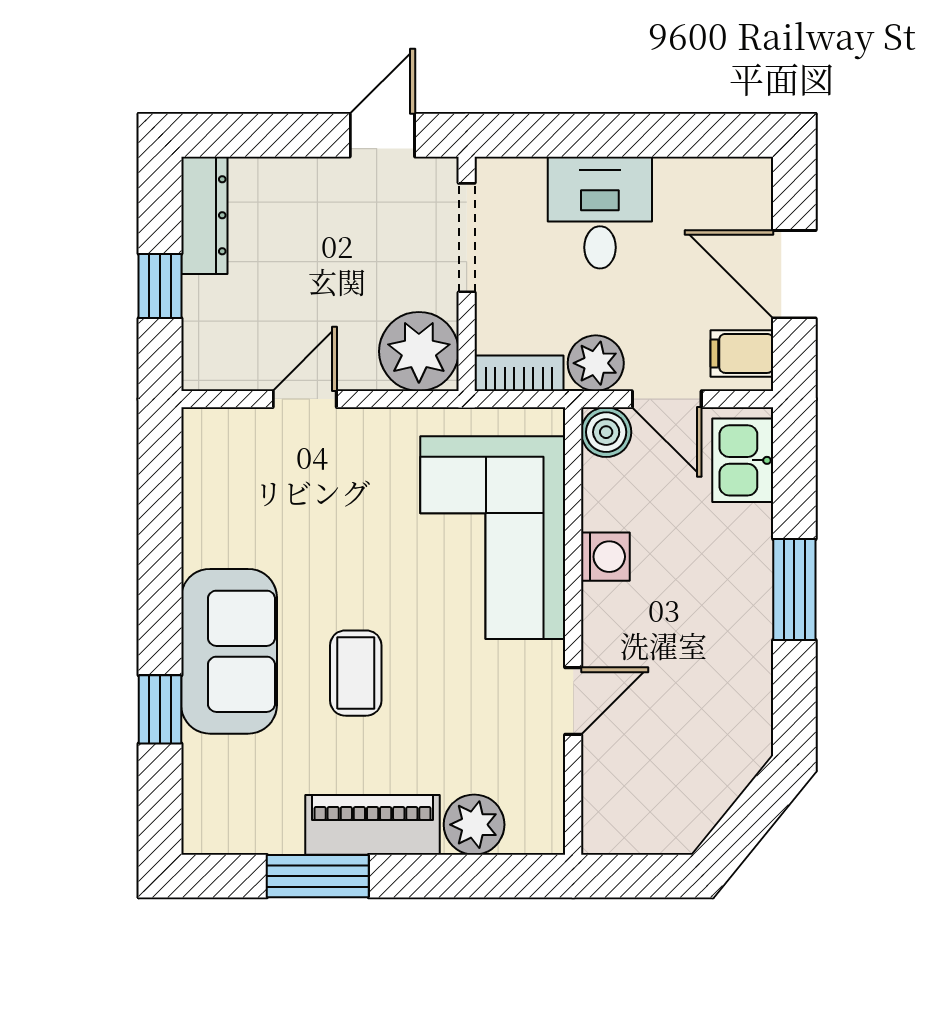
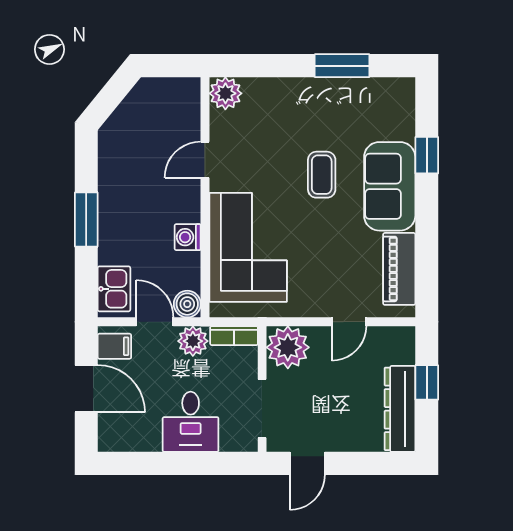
dresser: (204, 215) -> (400, 409), width x1.37, depth x1.24
piano: (373, 825) -> (399, 269), moved, turned 90
plant: (474, 825) -> (225, 93), moved

